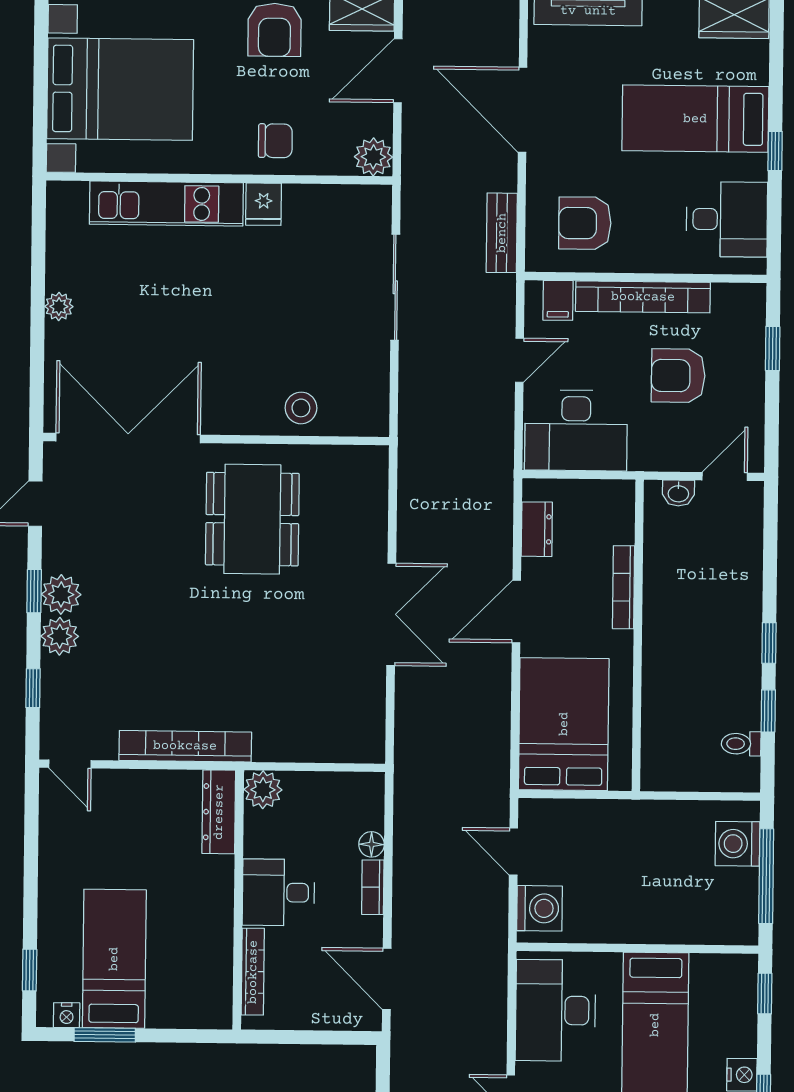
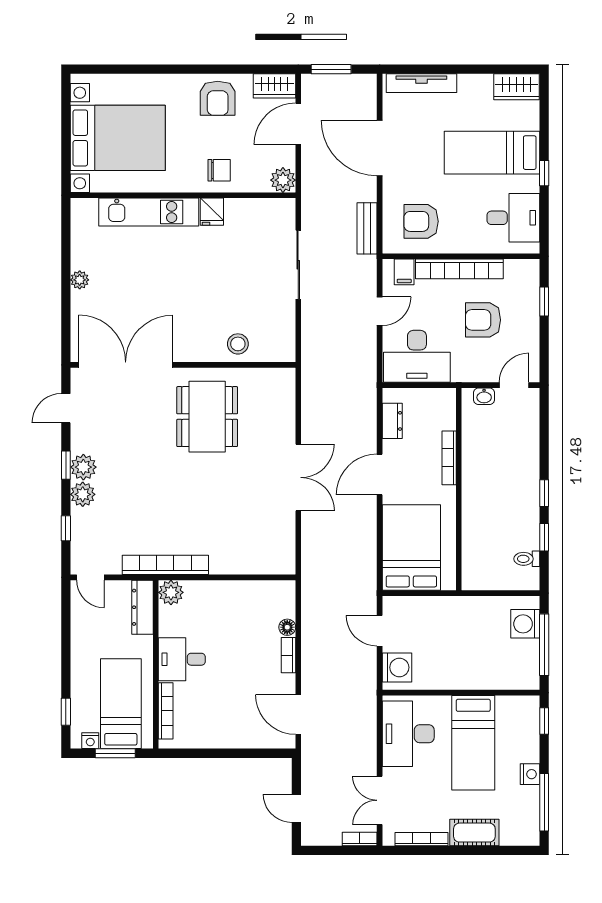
plant: (263, 790) -> (171, 592), moved
dresser: (219, 812) -> (142, 607), moved
desk: (278, 892) -> (182, 659), moved
wall: (238, 900) -> (156, 664), moved
bookcase: (253, 972) -> (166, 711), moved

